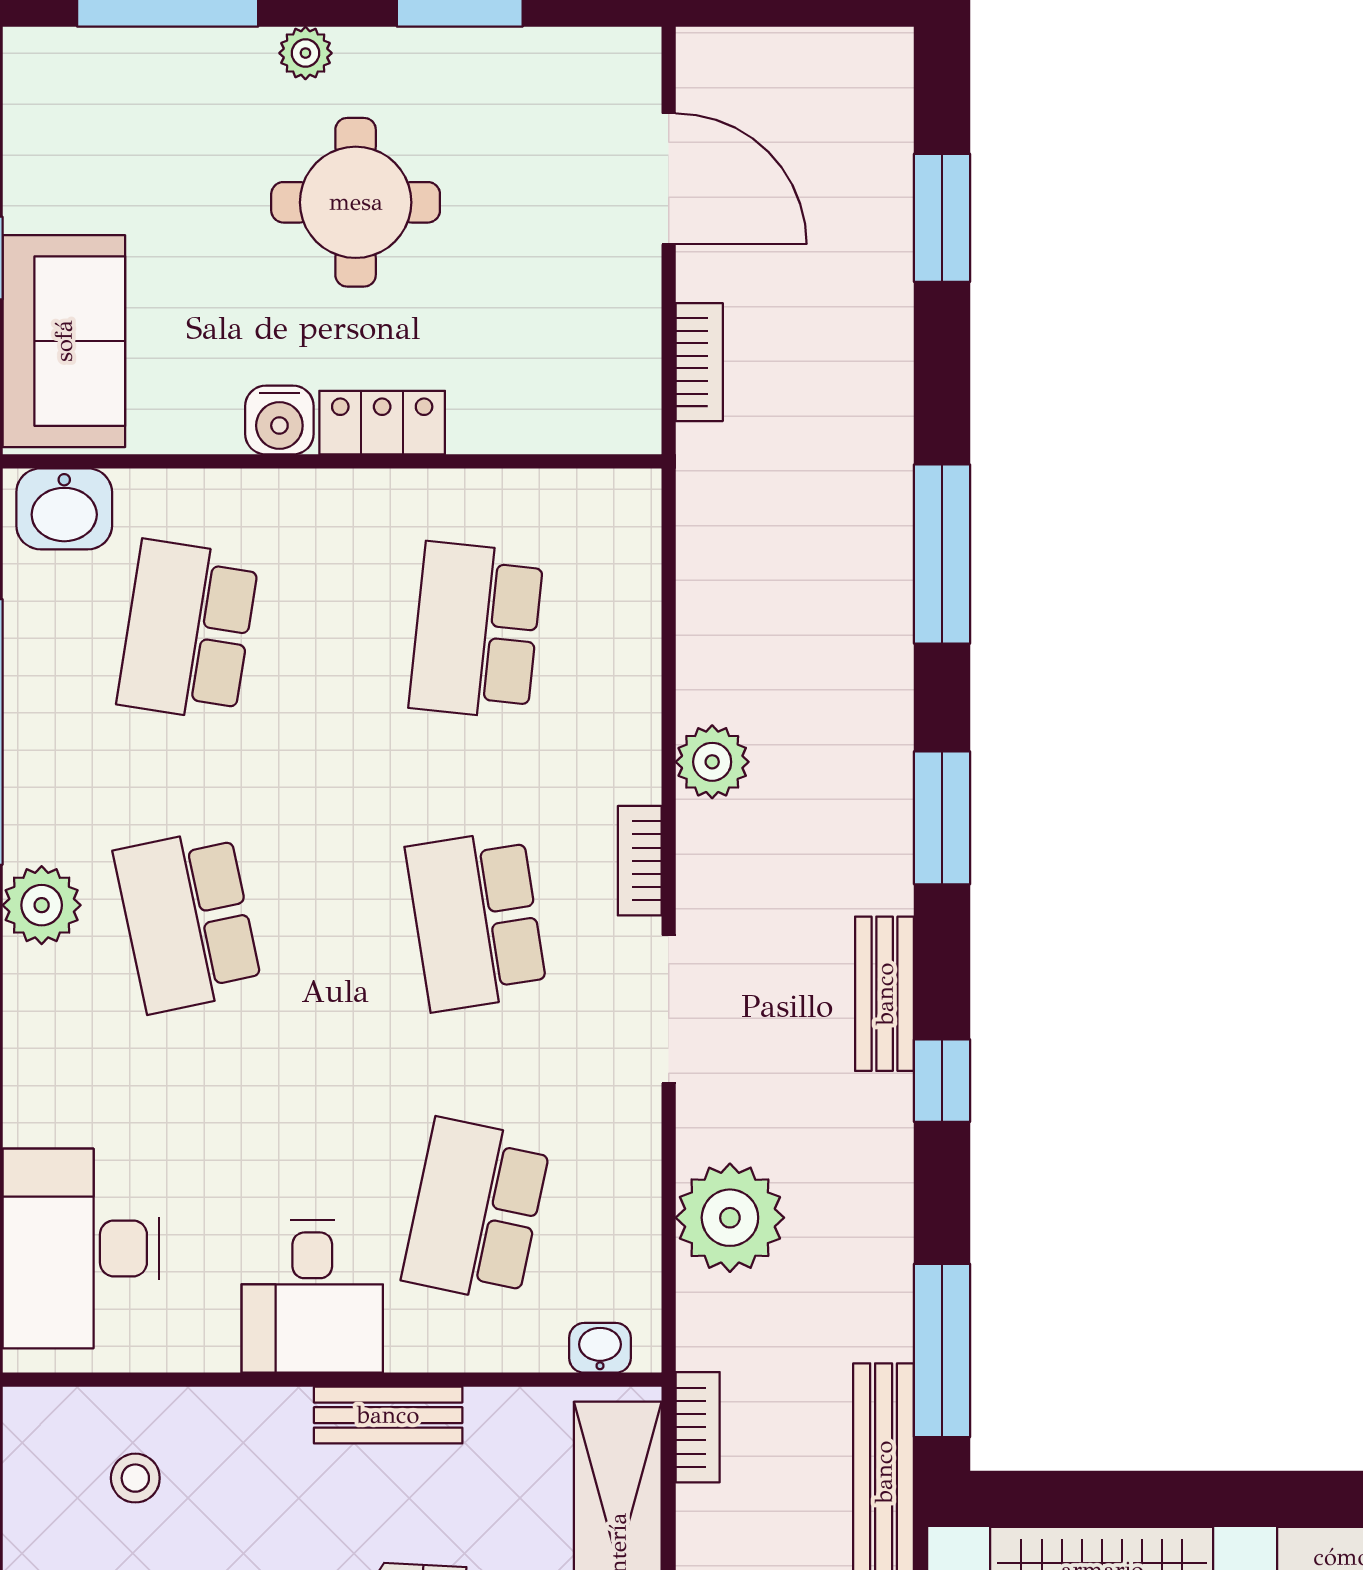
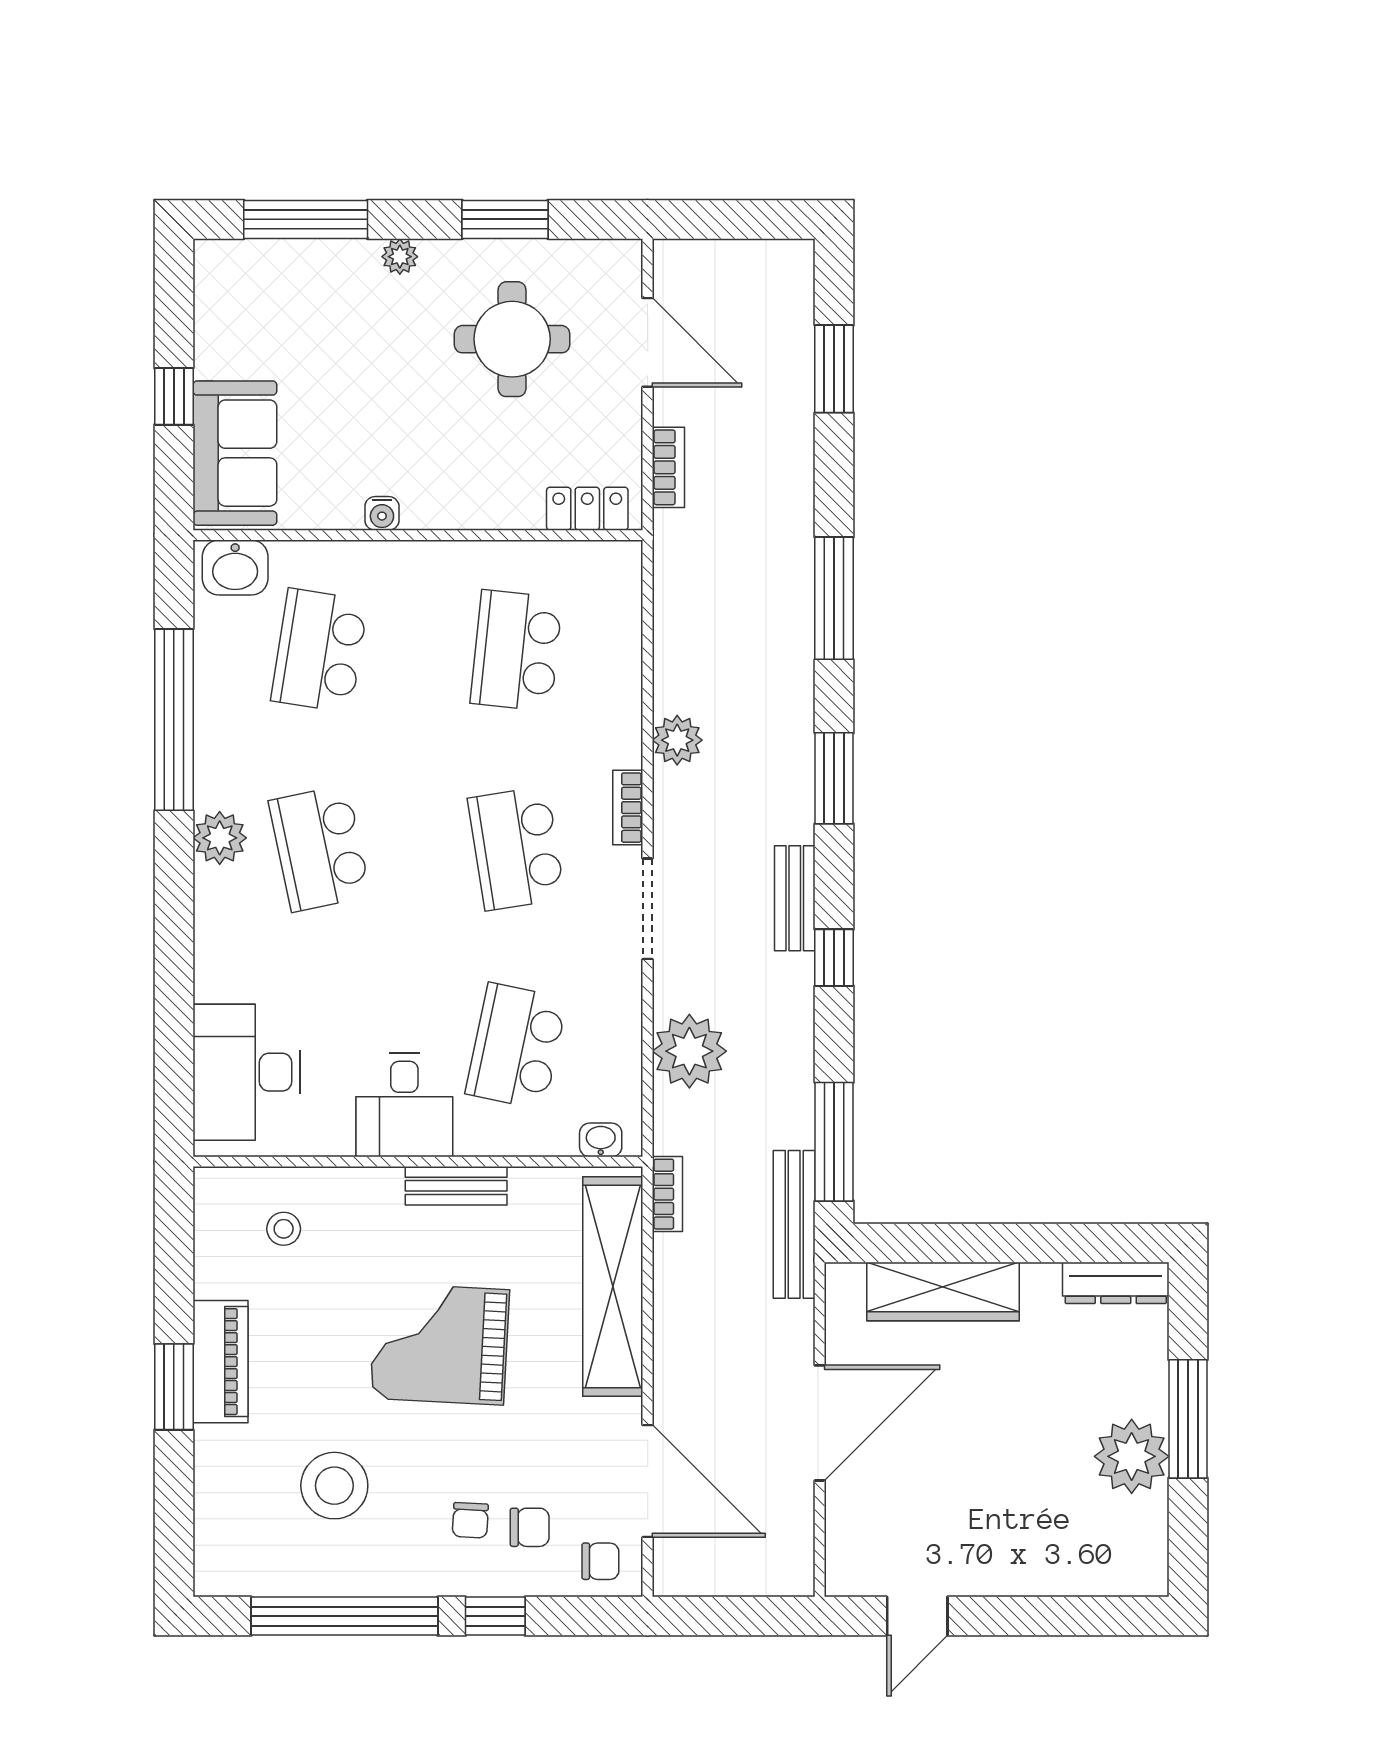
round table: (356, 202) -> (512, 339), moved
water cooler: (279, 420) -> (382, 513), width x0.72, depth x0.72
locker: (382, 423) -> (587, 509), moved

